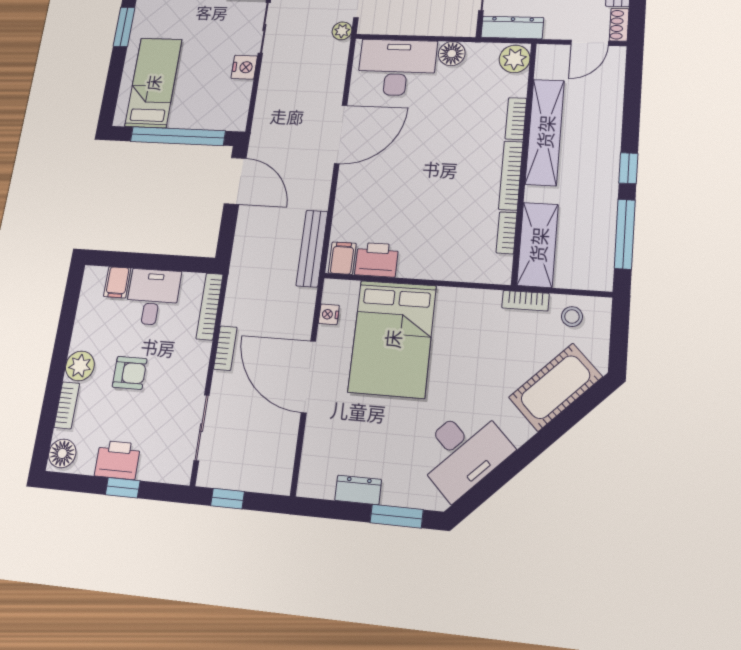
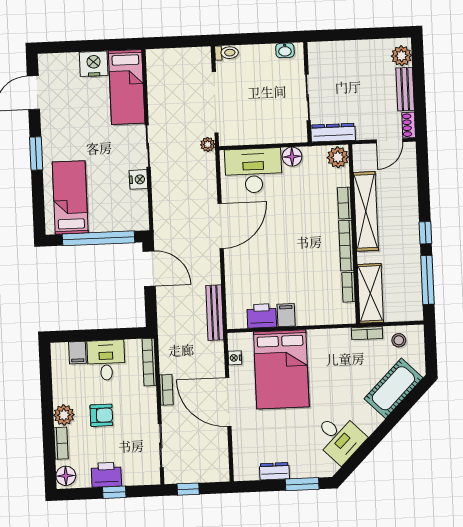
filing cabinet: (342, 258) -> (286, 315), moved
desk: (463, 452) -> (339, 438), width x0.73

